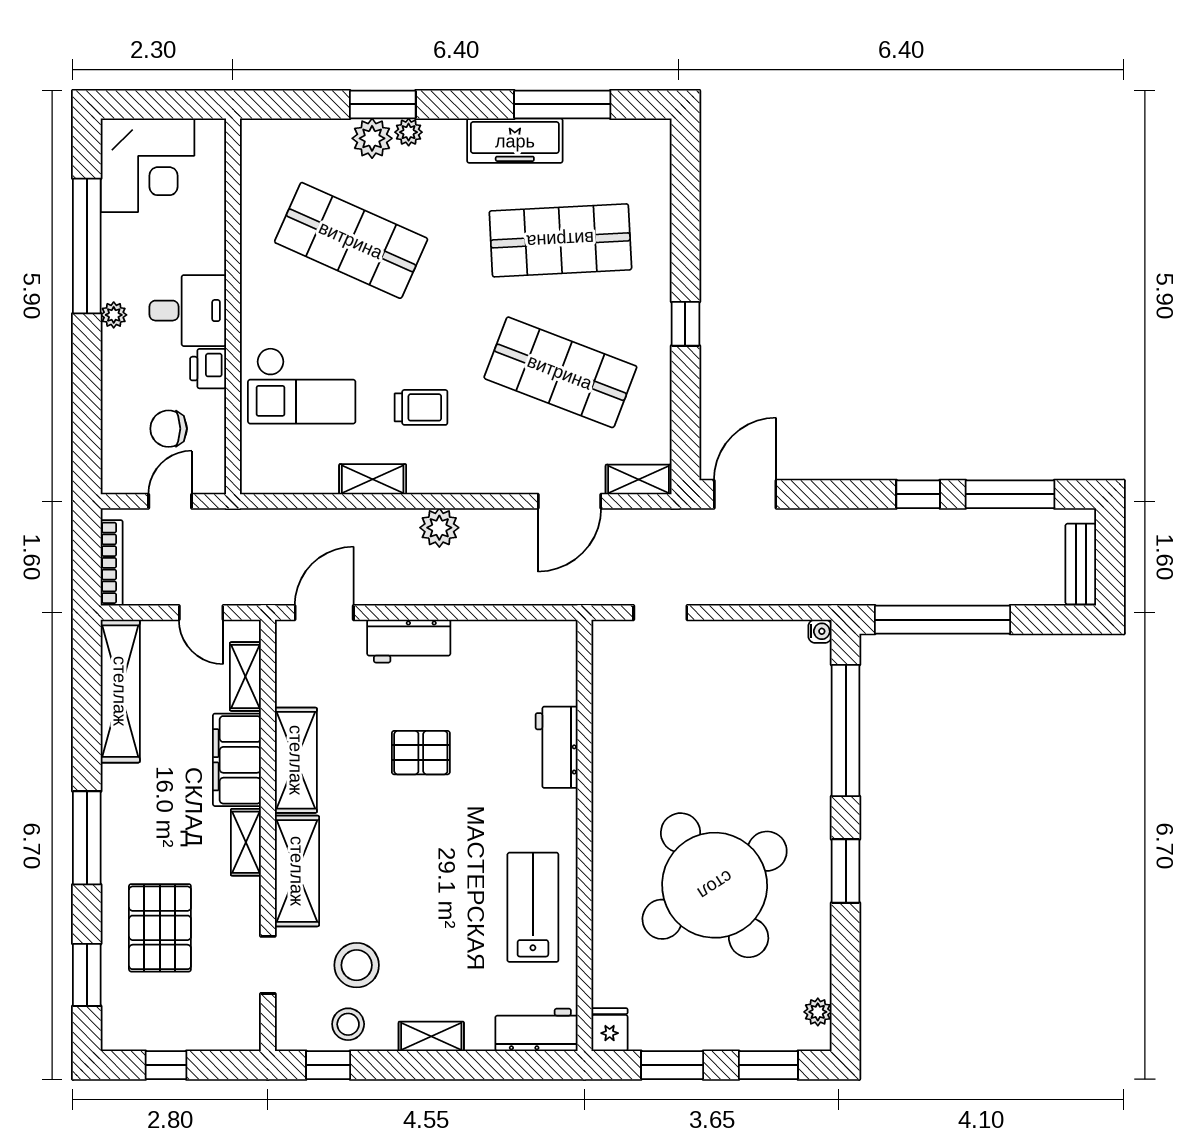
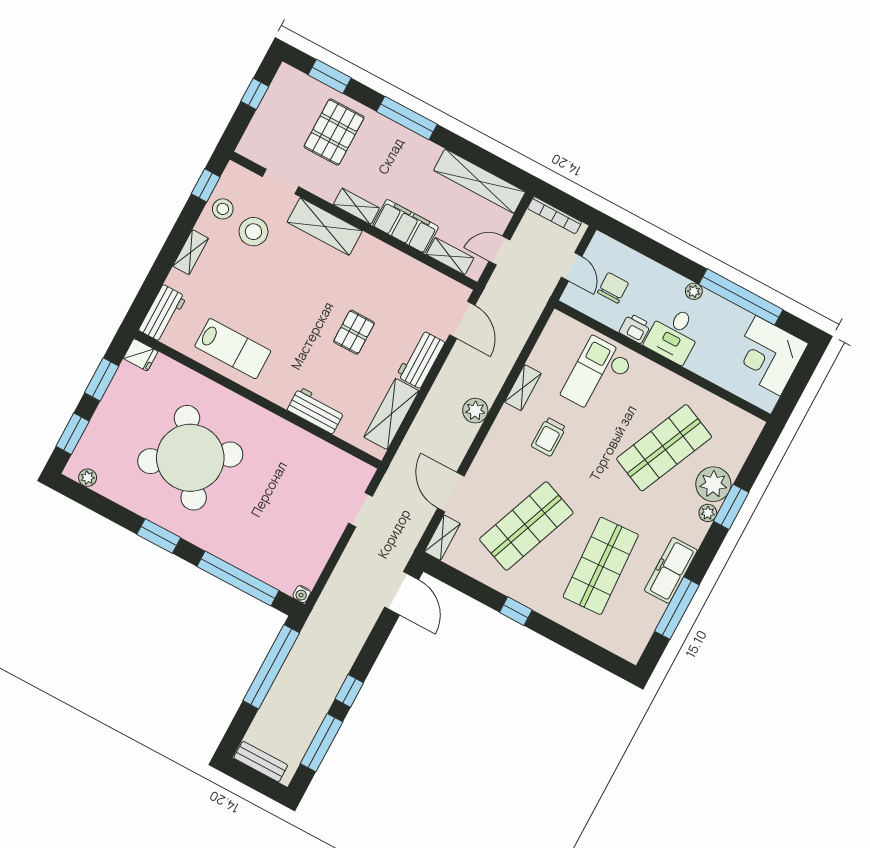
plant: (372, 138) -> (713, 484), width x1.36, depth x1.36
shelving: (296, 760) -> (391, 414), moved, turned 90
pallet: (160, 928) -> (334, 132), turned 90

